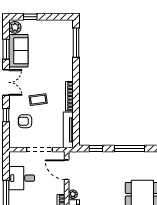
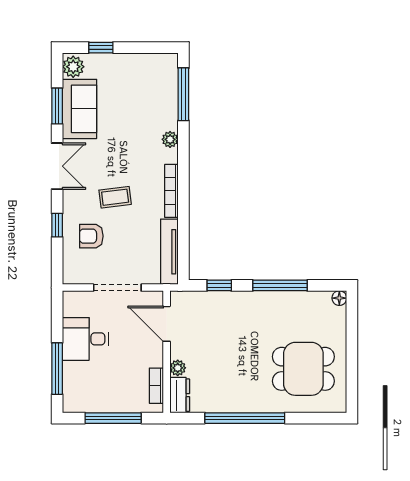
plant: (69, 68) -> (170, 139), added

